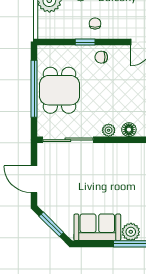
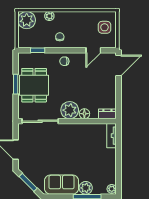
window: (85, 42) -> (38, 50), moved
window: (34, 89) -> (16, 84), width x0.47
plant: (109, 130) -> (70, 110), width x1.88, depth x1.88

